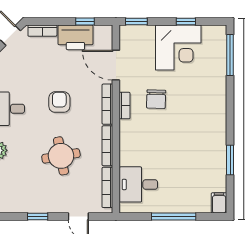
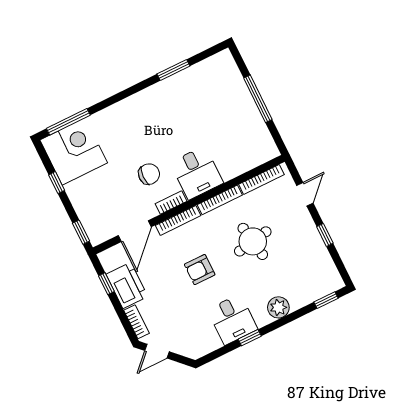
corner desk: (178, 48) -> (74, 151), moved
desk: (138, 184) -> (197, 173), moved
filing cabinet: (219, 203) -> (222, 60), removed

